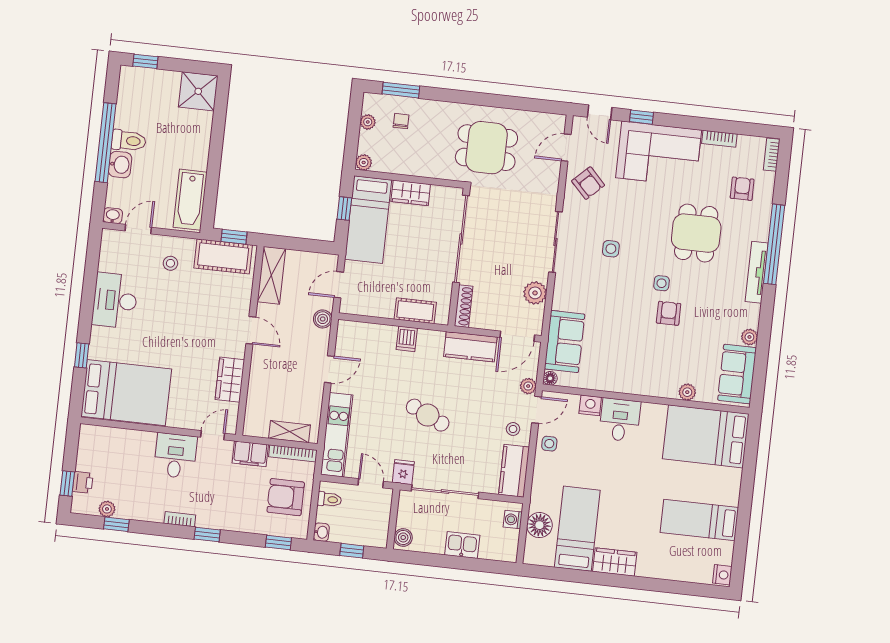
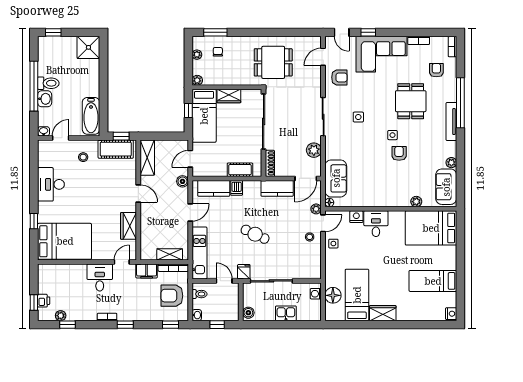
armchair: (588, 183) -> (339, 77), turned -46
kitchen counter: (514, 471) -> (214, 188), moved, turned -90

